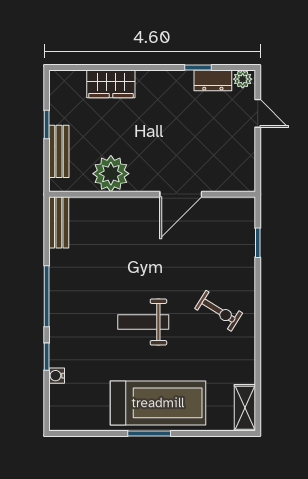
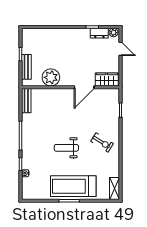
wardrobe: (111, 84) -> (107, 79), moved, turned 180
treadmill: (158, 403) -> (73, 186), turned 180

